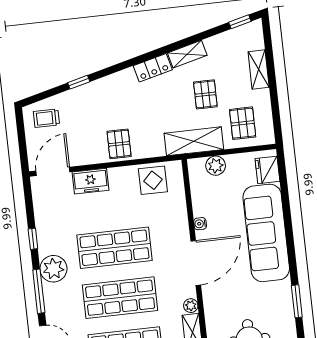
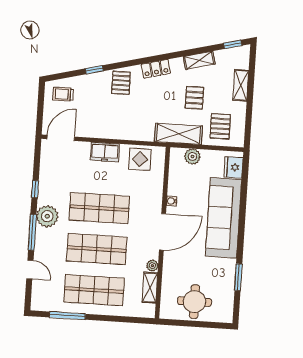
shelving: (187, 54) -> (199, 60), moved
pallet: (119, 144) -> (121, 83), moved
freezer: (91, 181) -> (105, 152), moved

